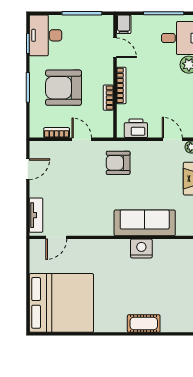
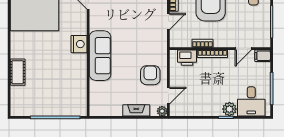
printer: (136, 128) -> (187, 58), moved, turned 90
armchair: (118, 163) -> (150, 75), moved
sofa: (145, 223) -> (100, 56), moved
nightstand: (141, 248) -> (79, 44), moved

